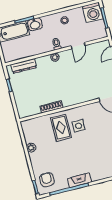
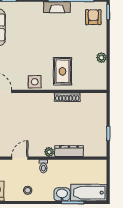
dresser: (24, 66) -> (69, 151), moved
side table: (79, 126) -> (35, 82), moved
armchair: (47, 180) -> (93, 17), turned 180

